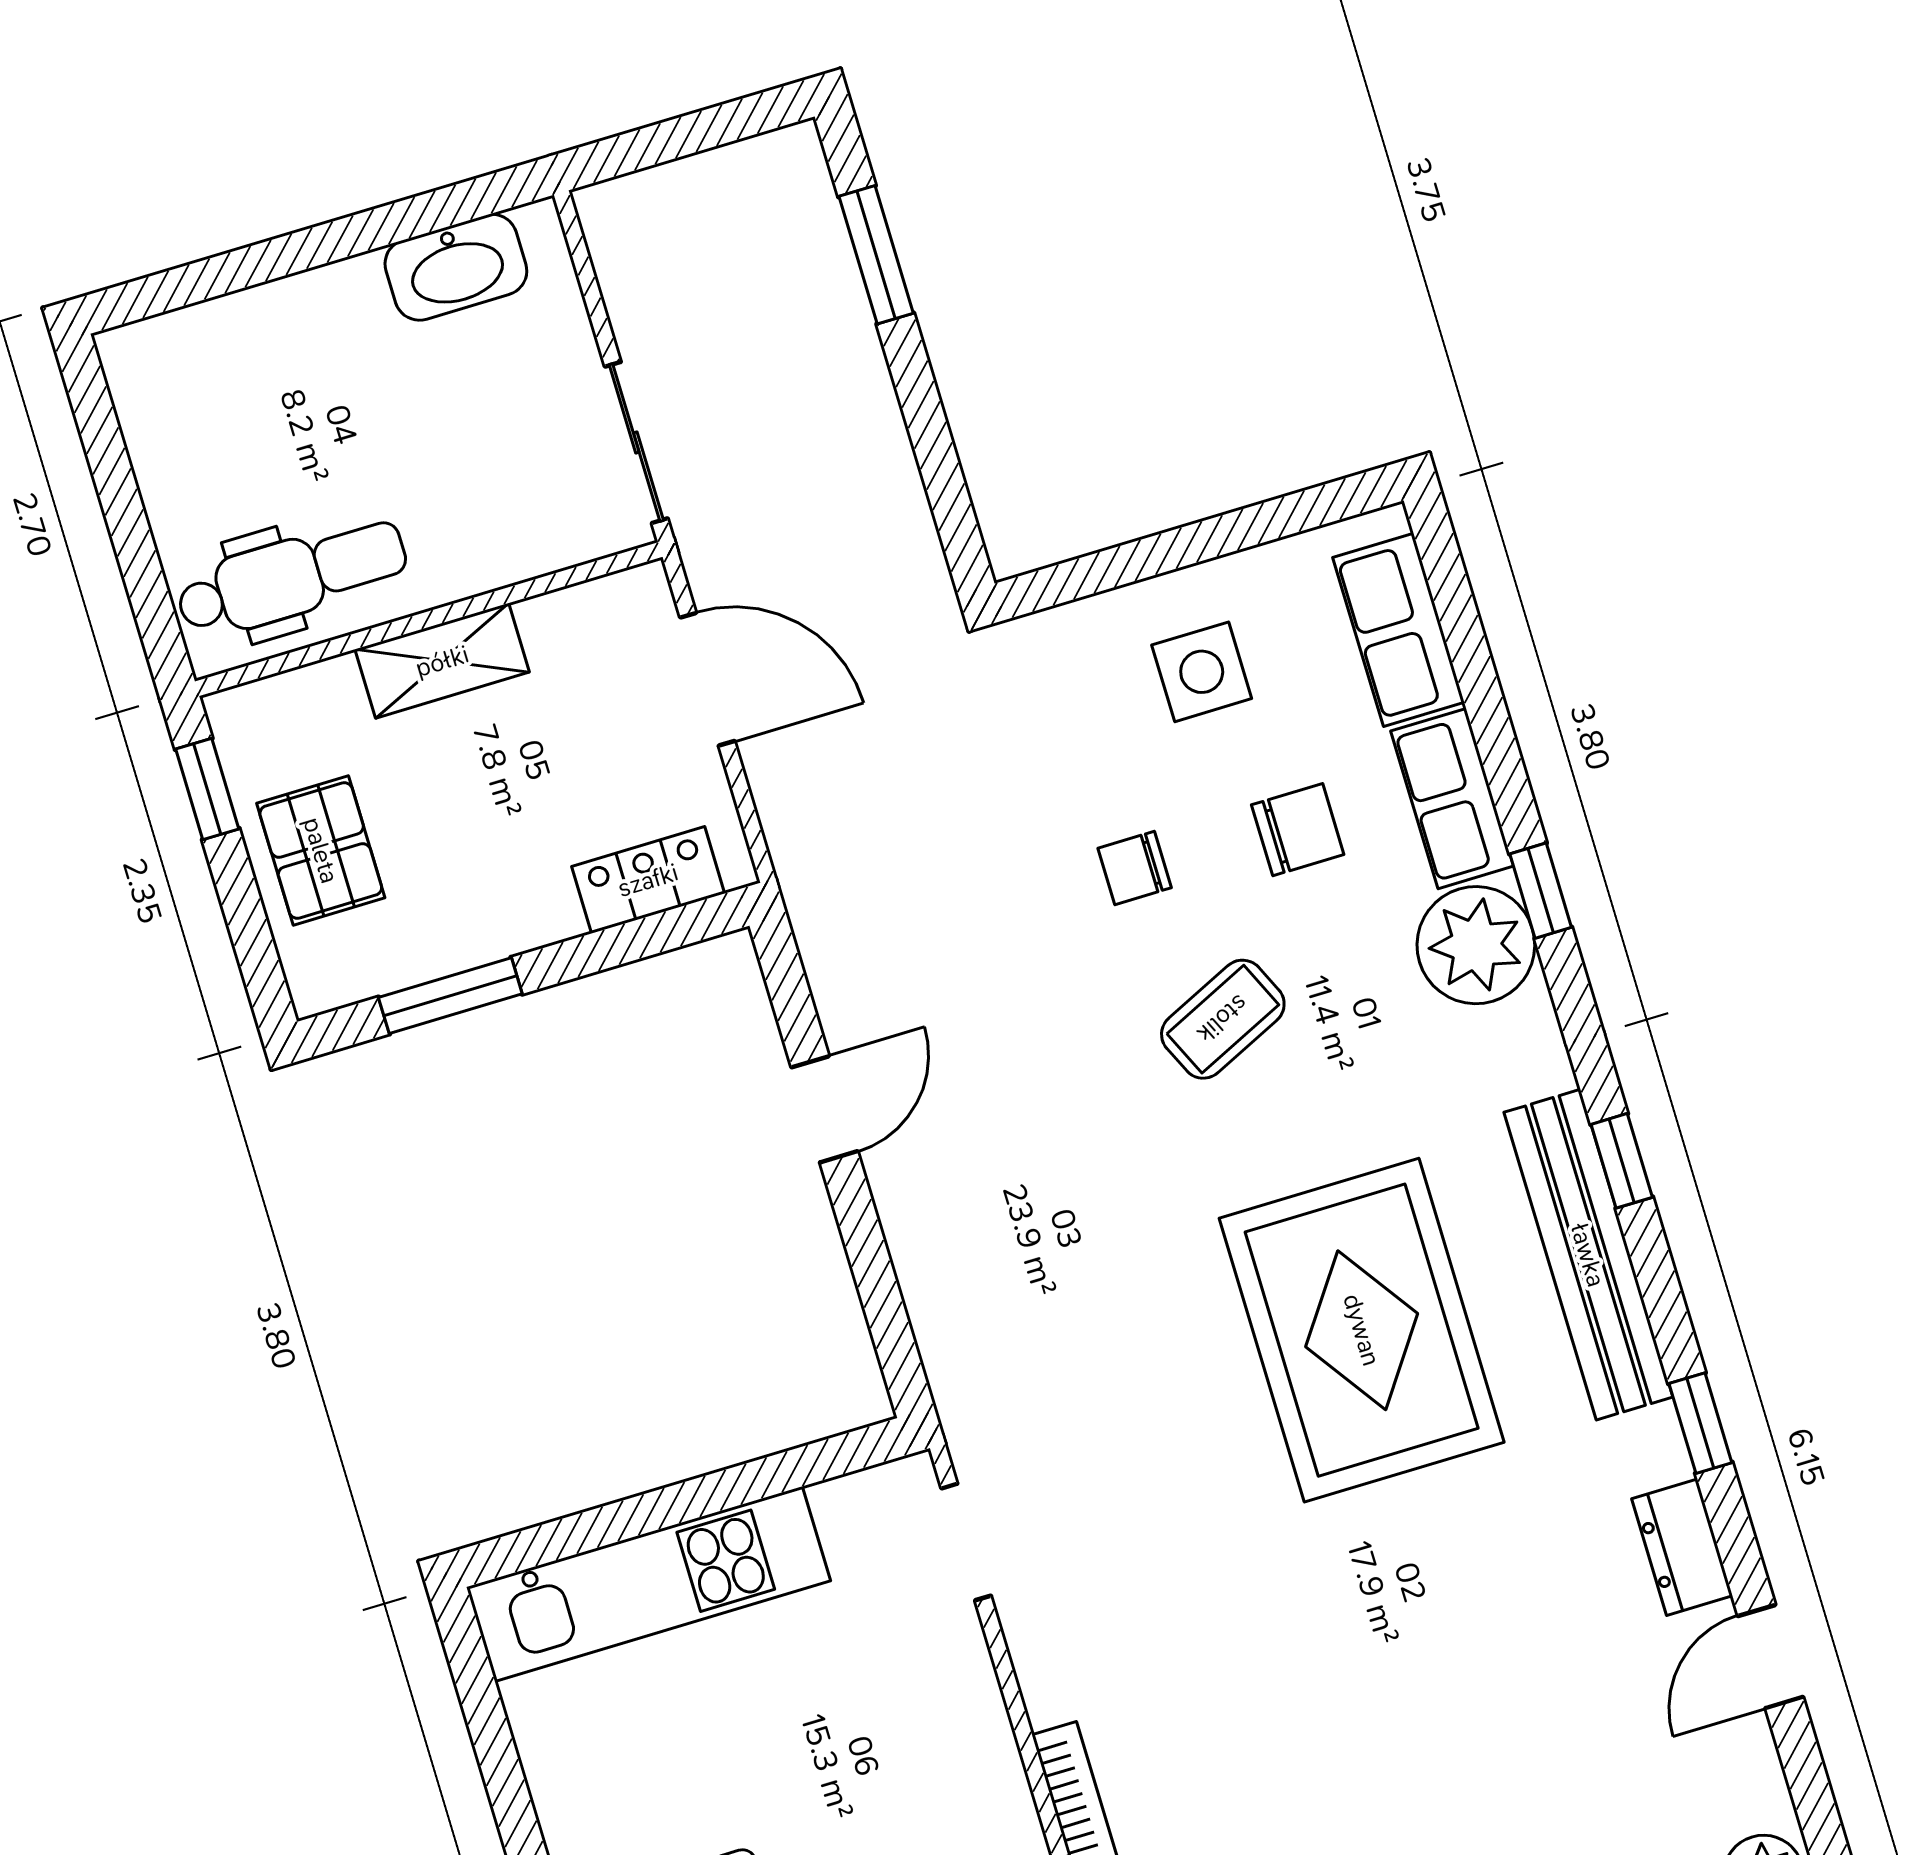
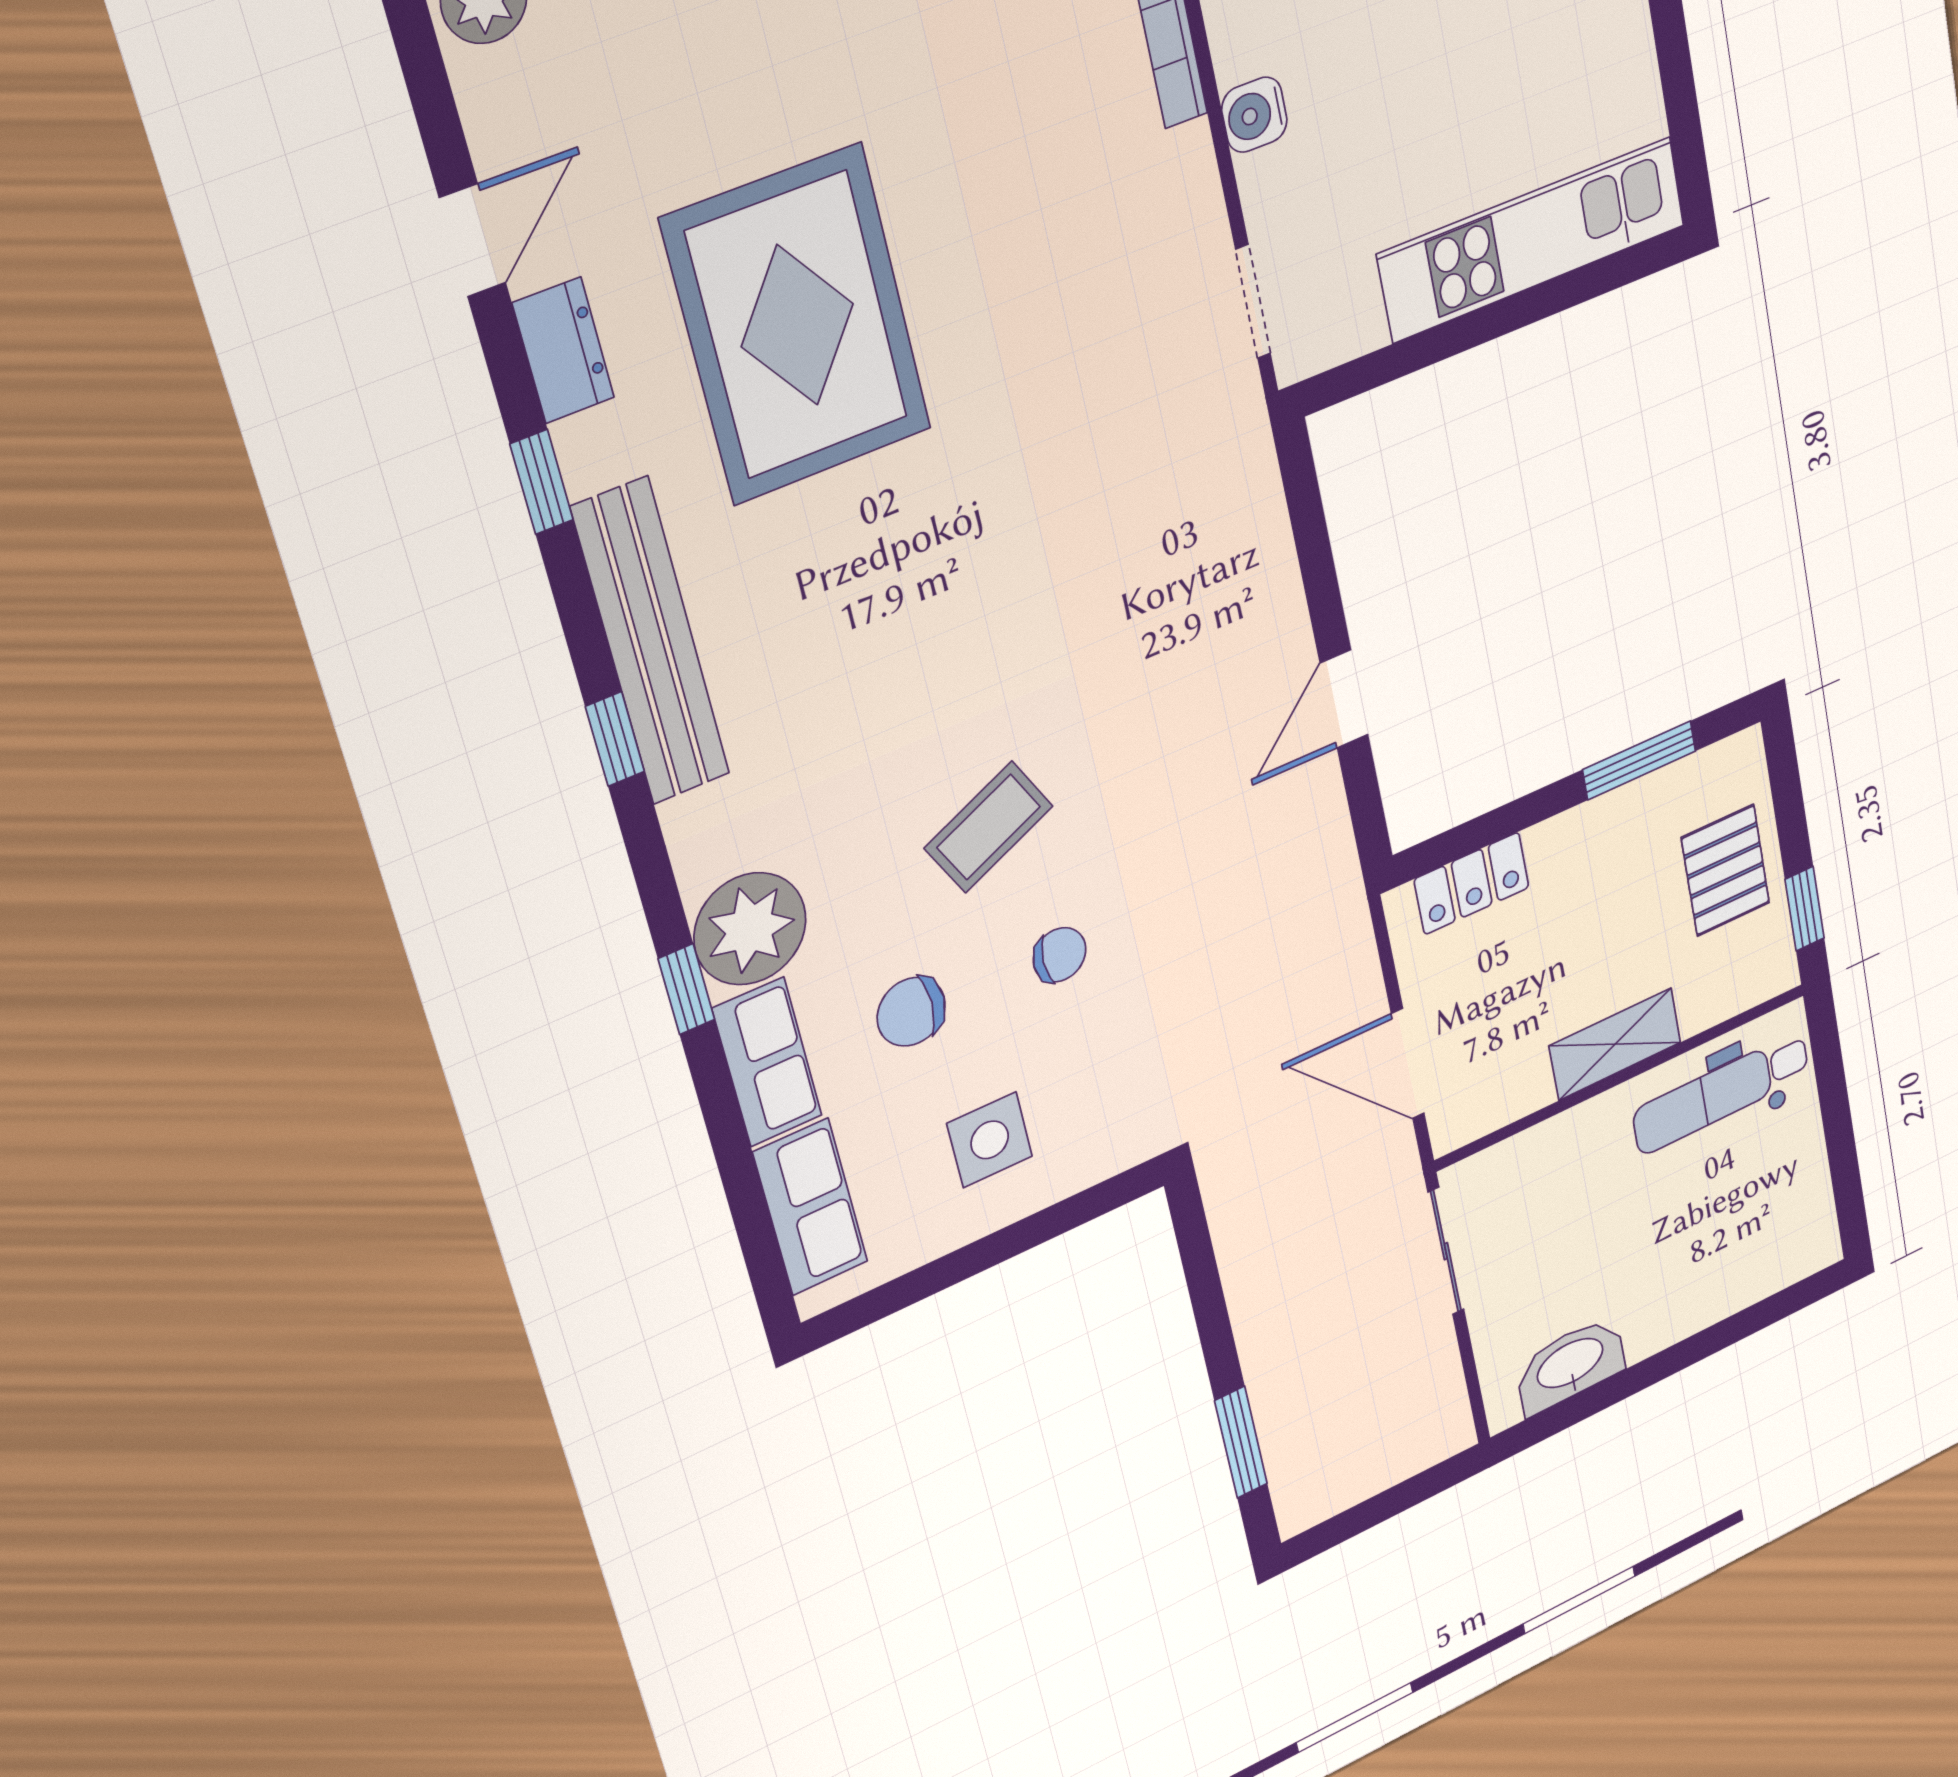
rug: (1362, 1330) -> (797, 325), moved
water cooler: (980, 1730) -> (1254, 115), added

